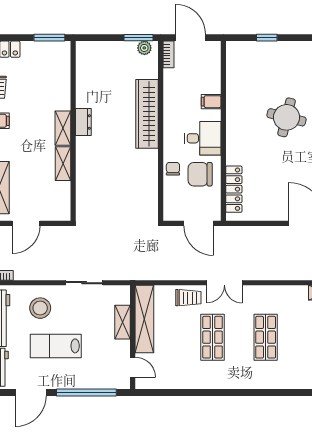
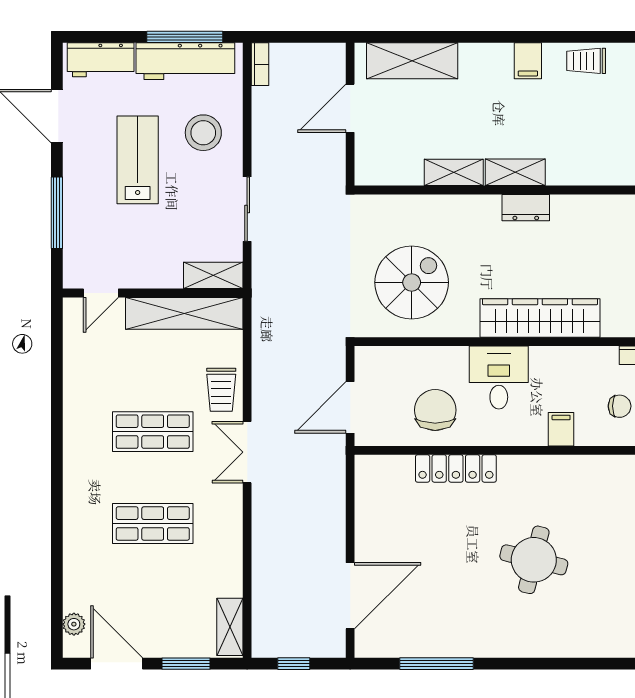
desk: (203, 138) -> (499, 378), moved, turned 180
chair: (173, 169) -> (620, 406), moved
spiral stairs: (127, 188) -> (412, 282), added
locker: (234, 189) -> (456, 468), moved
door: (26, 223) -> (350, 108), hinge flipped
shelving: (122, 322) -> (213, 275), moved
window: (86, 392) -> (57, 213), width x0.68

